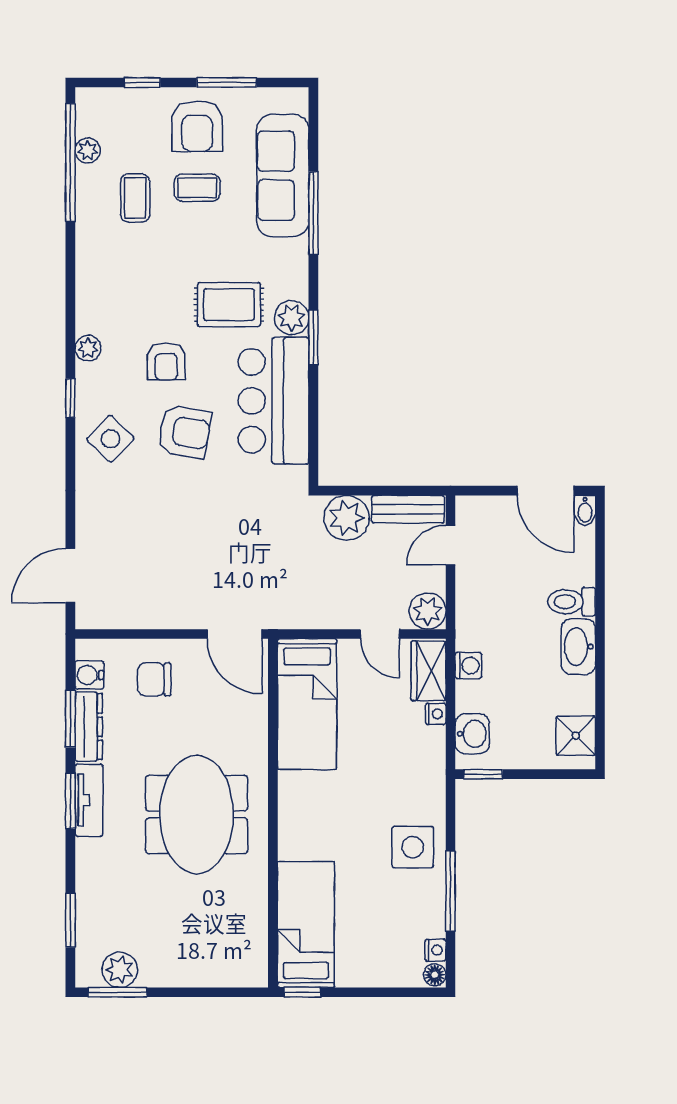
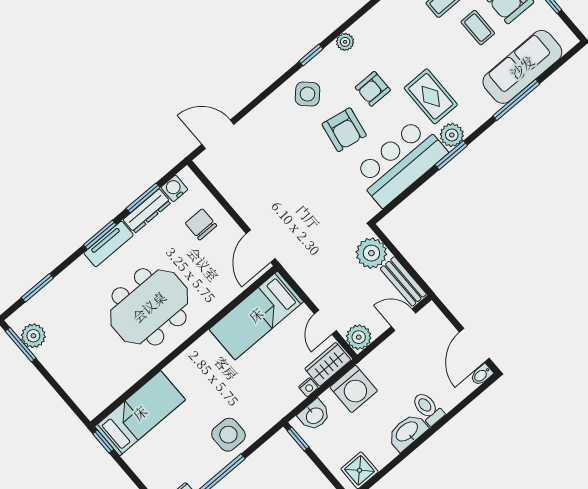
washing machine: (468, 665) -> (354, 389), width x1.89, depth x1.89

